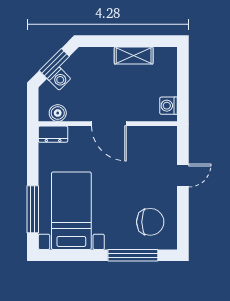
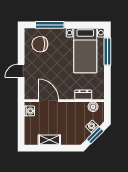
door: (109, 124) -> (48, 101), moved
dresser: (53, 134) -> (83, 95), moved

